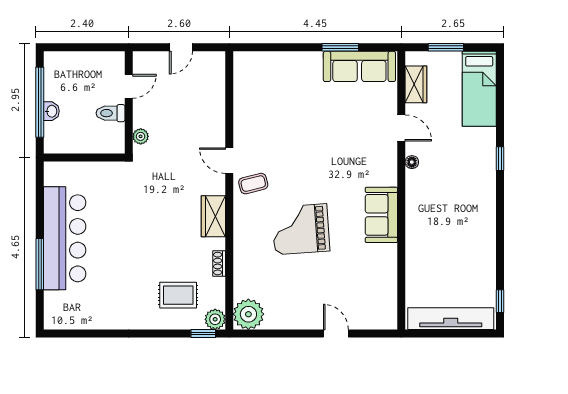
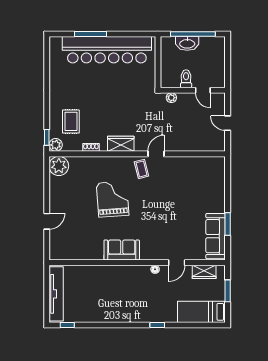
washbasin: (51, 111) -> (187, 43), width x1.91, depth x1.45
bar counter: (65, 238) -> (107, 50), width x1.36

